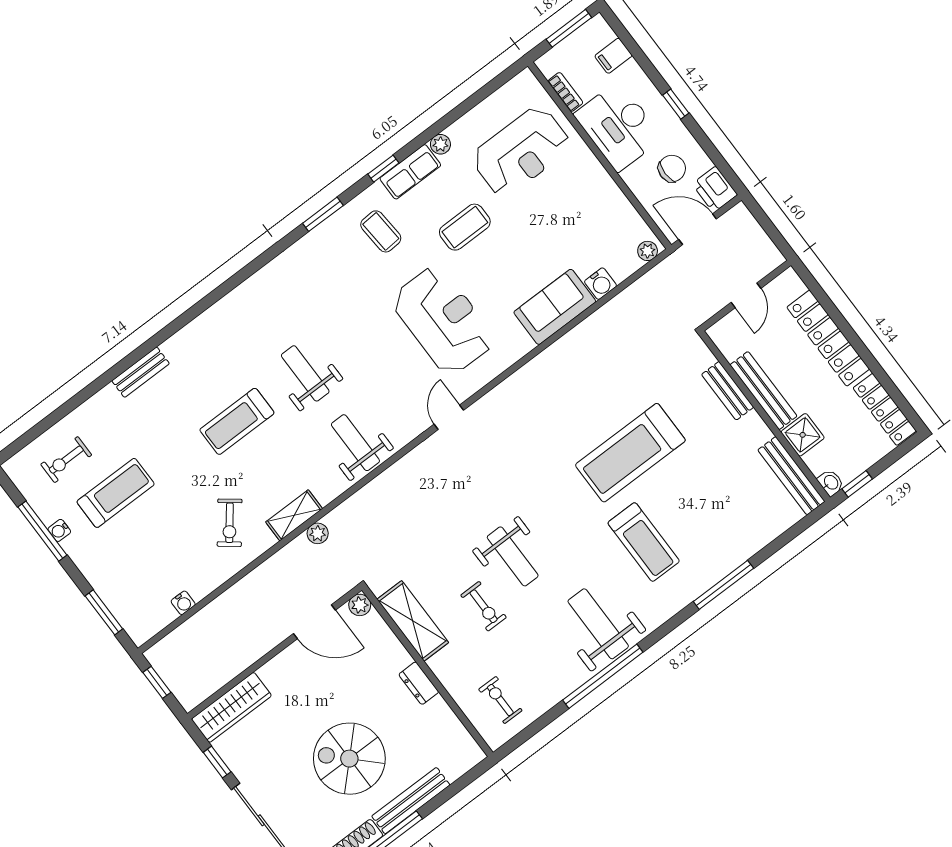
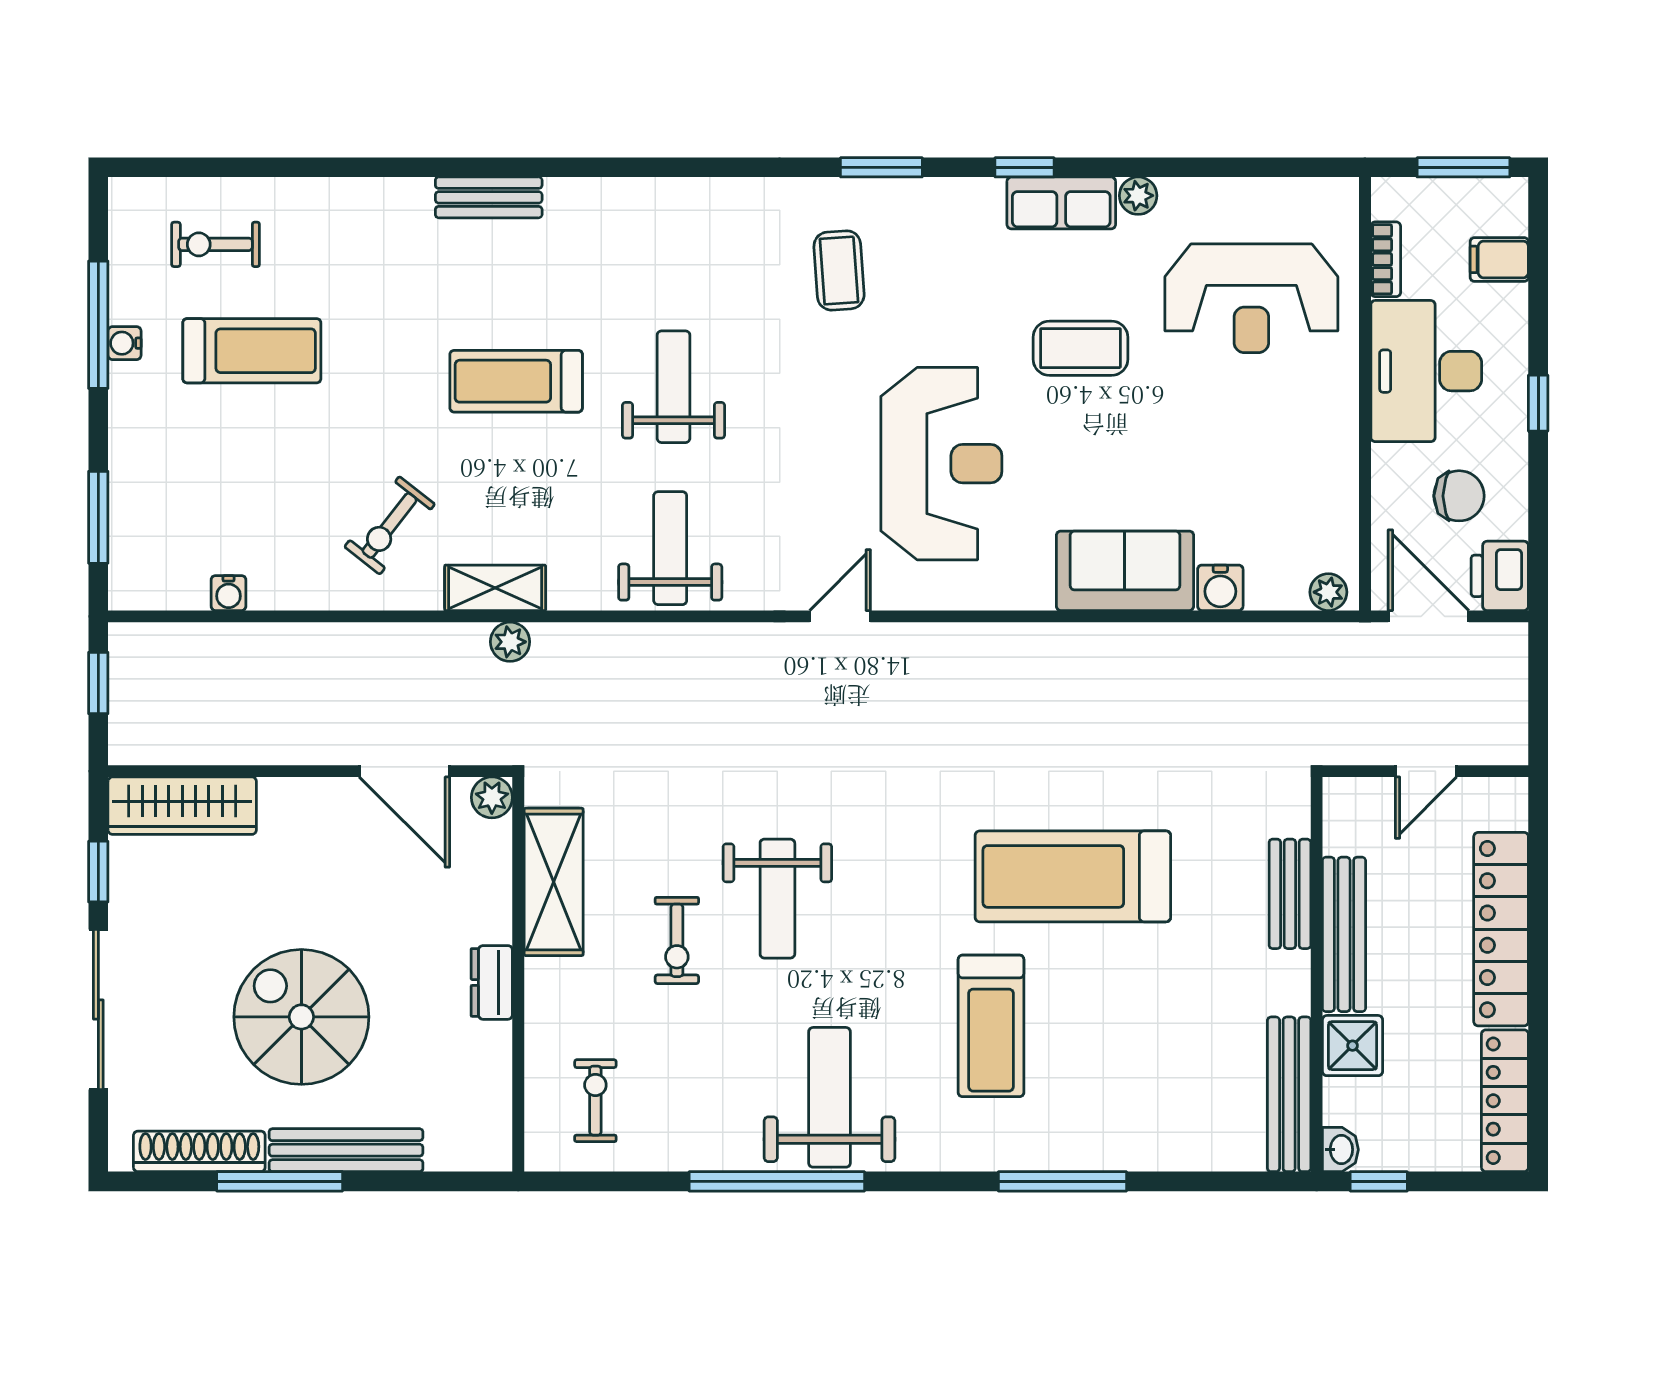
coffee table: (381, 231) -> (839, 270), moved
bench: (141, 372) -> (489, 197), moved

